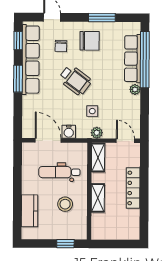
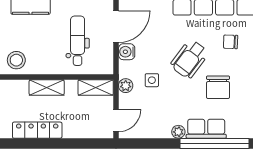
chair: (90, 41) -> (218, 87), moved
row of seats: (133, 59) -> (206, 129), width x0.68
locker: (133, 188) -> (37, 130), moved
stool: (65, 204) -> (16, 60), moved

